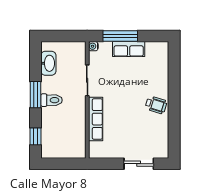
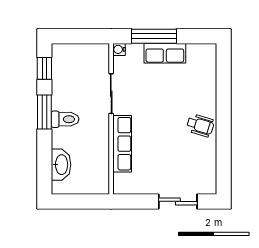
washbasin: (48, 63) -> (61, 165), moved
window: (36, 136) -> (44, 68), moved

